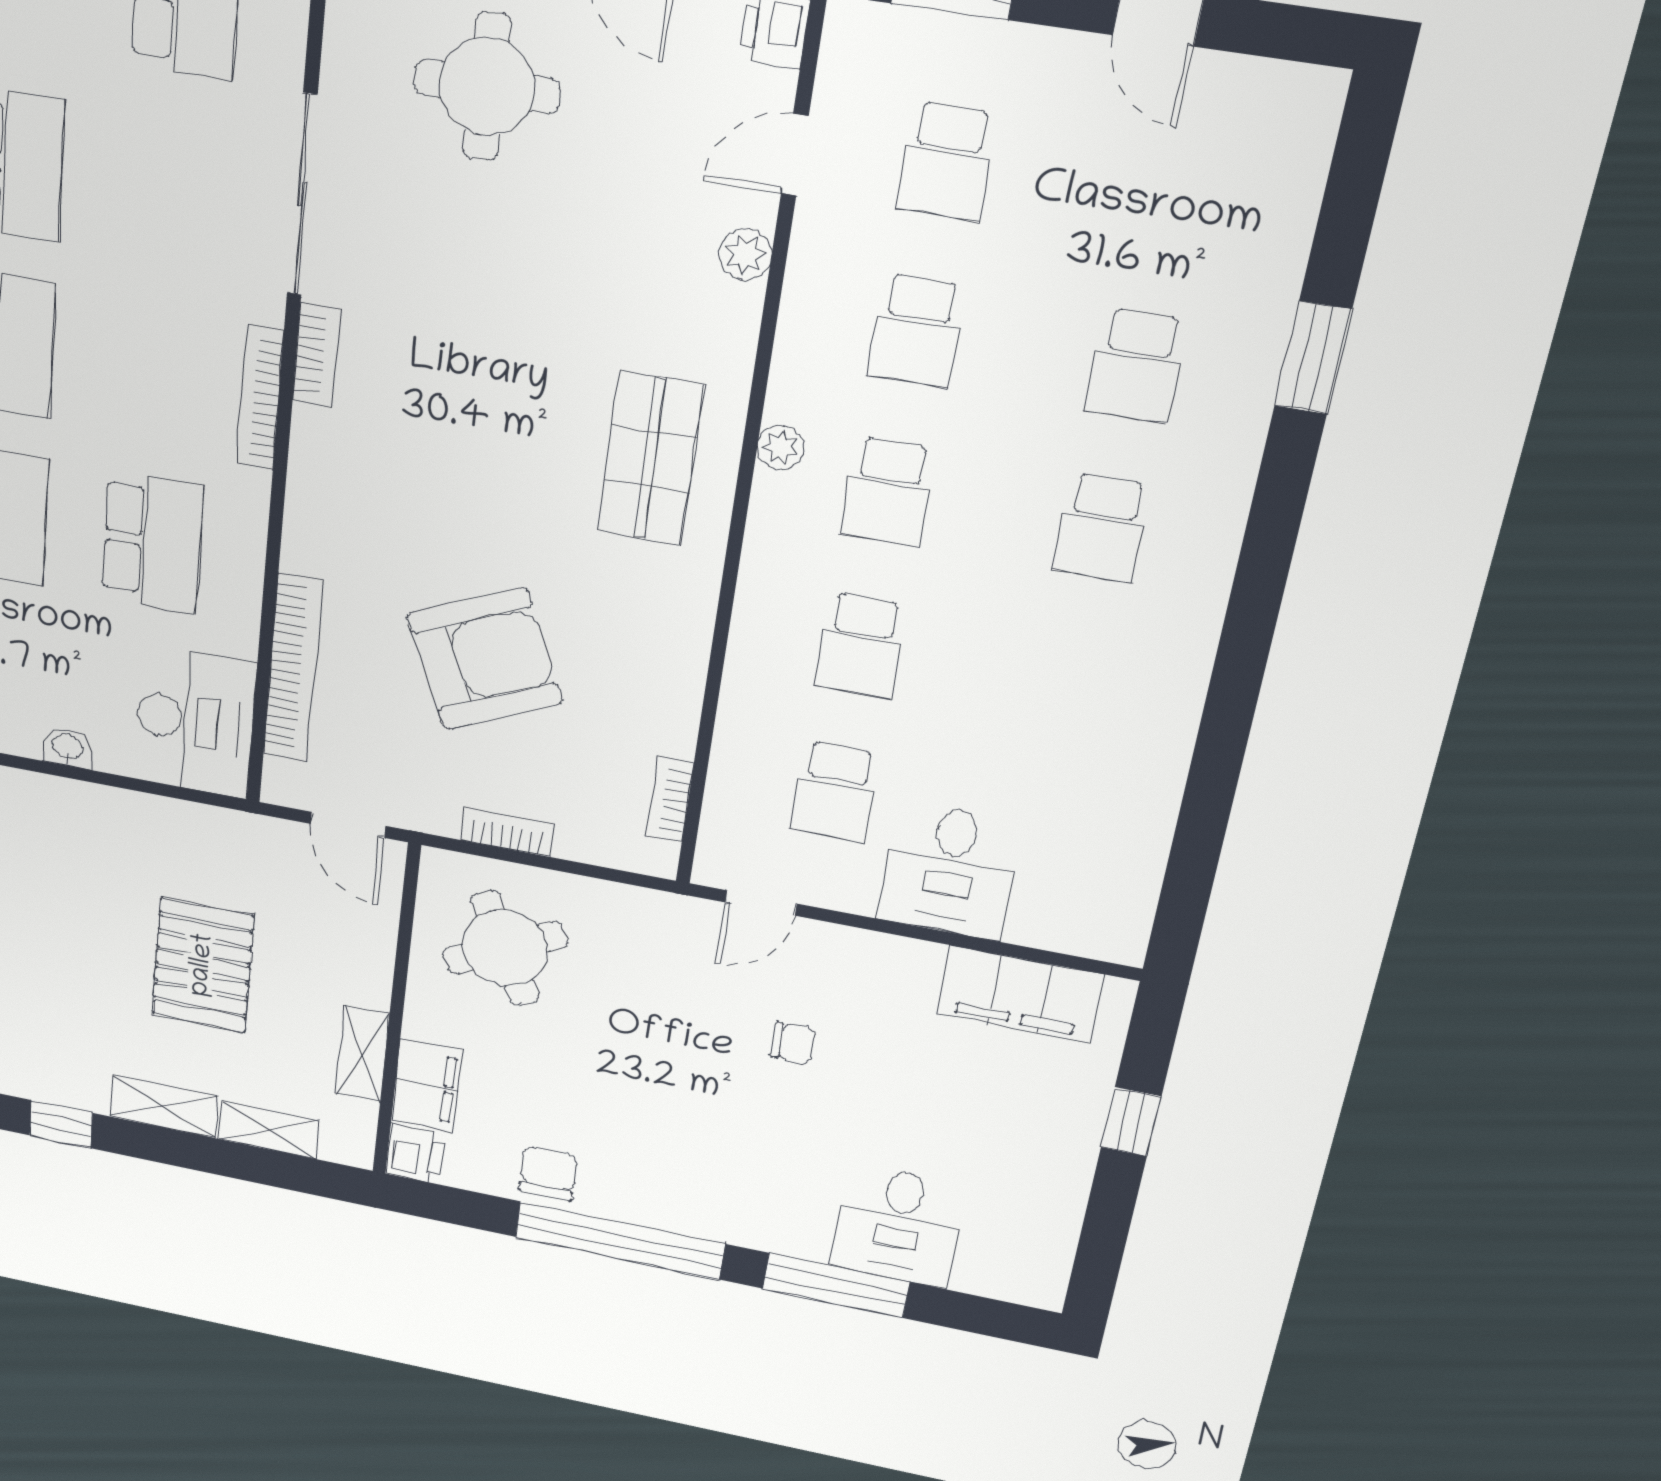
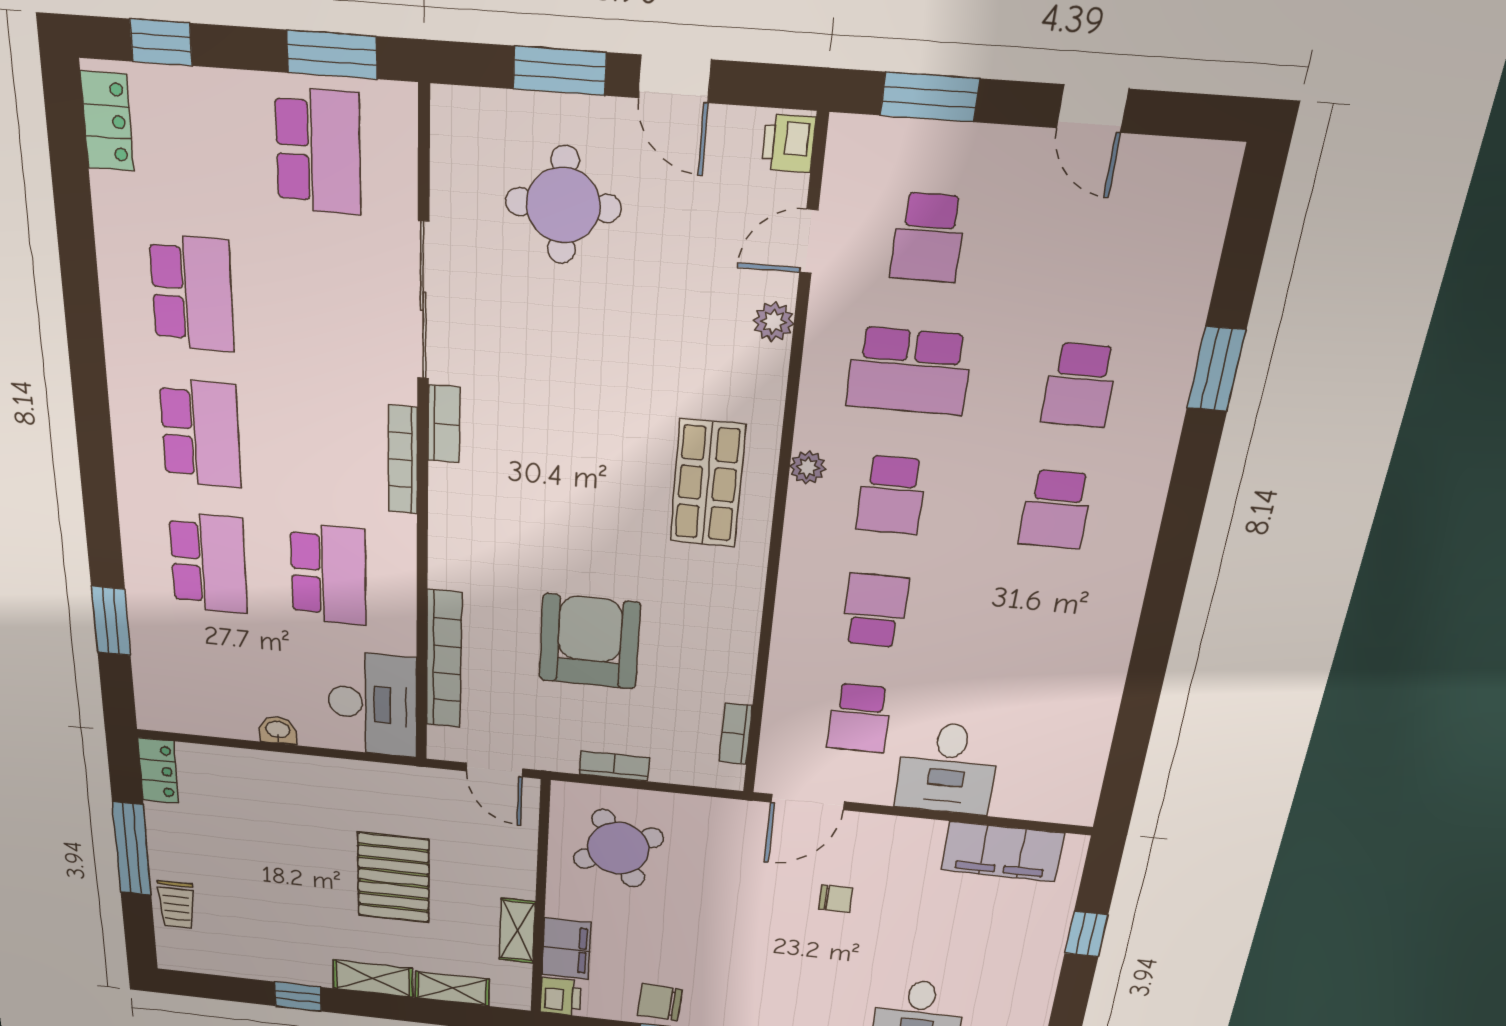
school desk: (916, 331) -> (909, 371), width x1.85
school desk: (861, 645) -> (875, 610), turned 180
armchair: (485, 659) -> (589, 641), turned -66
door: (761, 903) -> (808, 802), width x1.38
chair: (548, 1173) -> (660, 1002), turned -87

